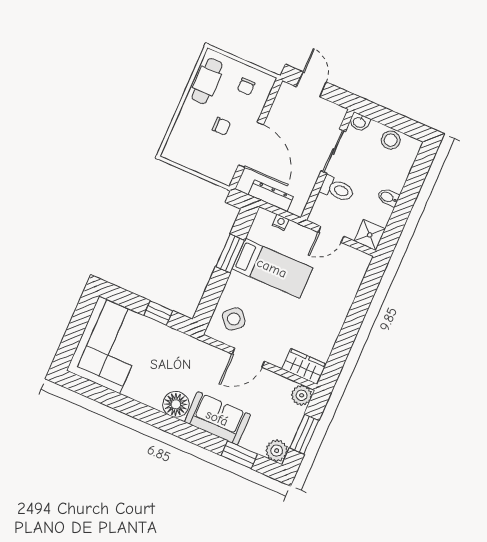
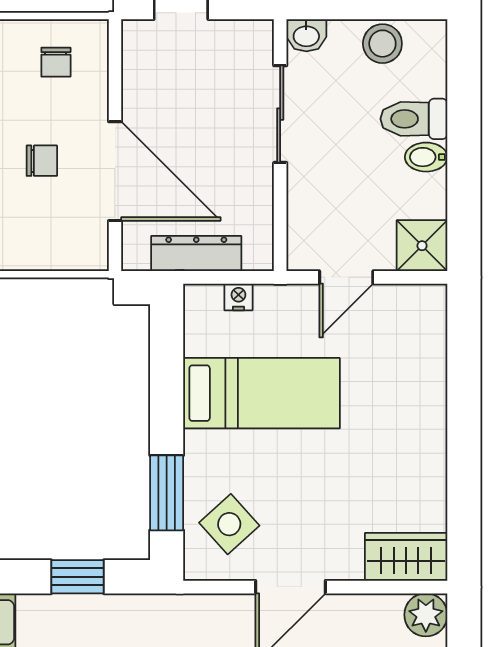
toilet: (337, 189) -> (414, 119), moved, turned 180
window: (230, 253) -> (167, 493), moved

